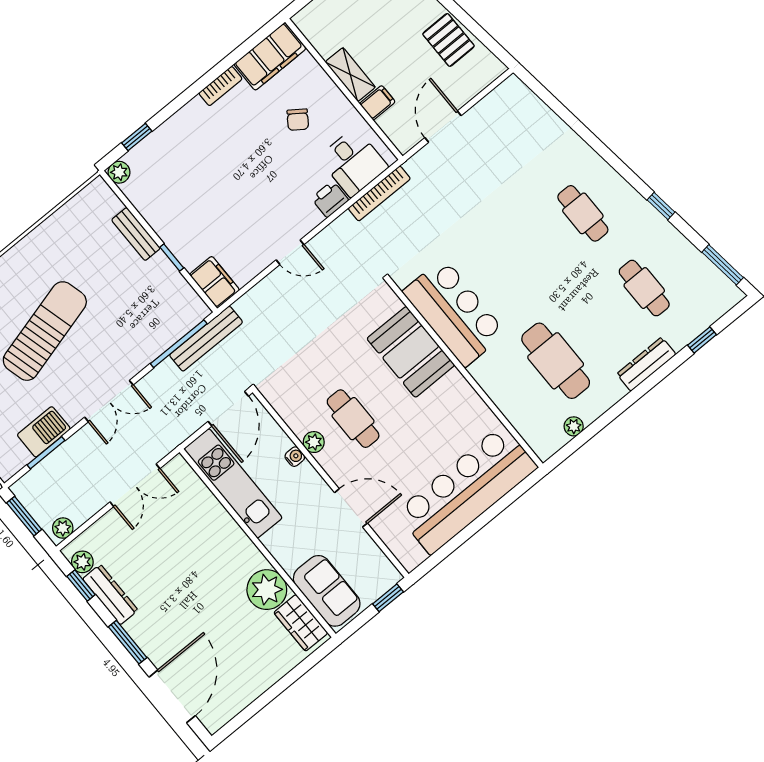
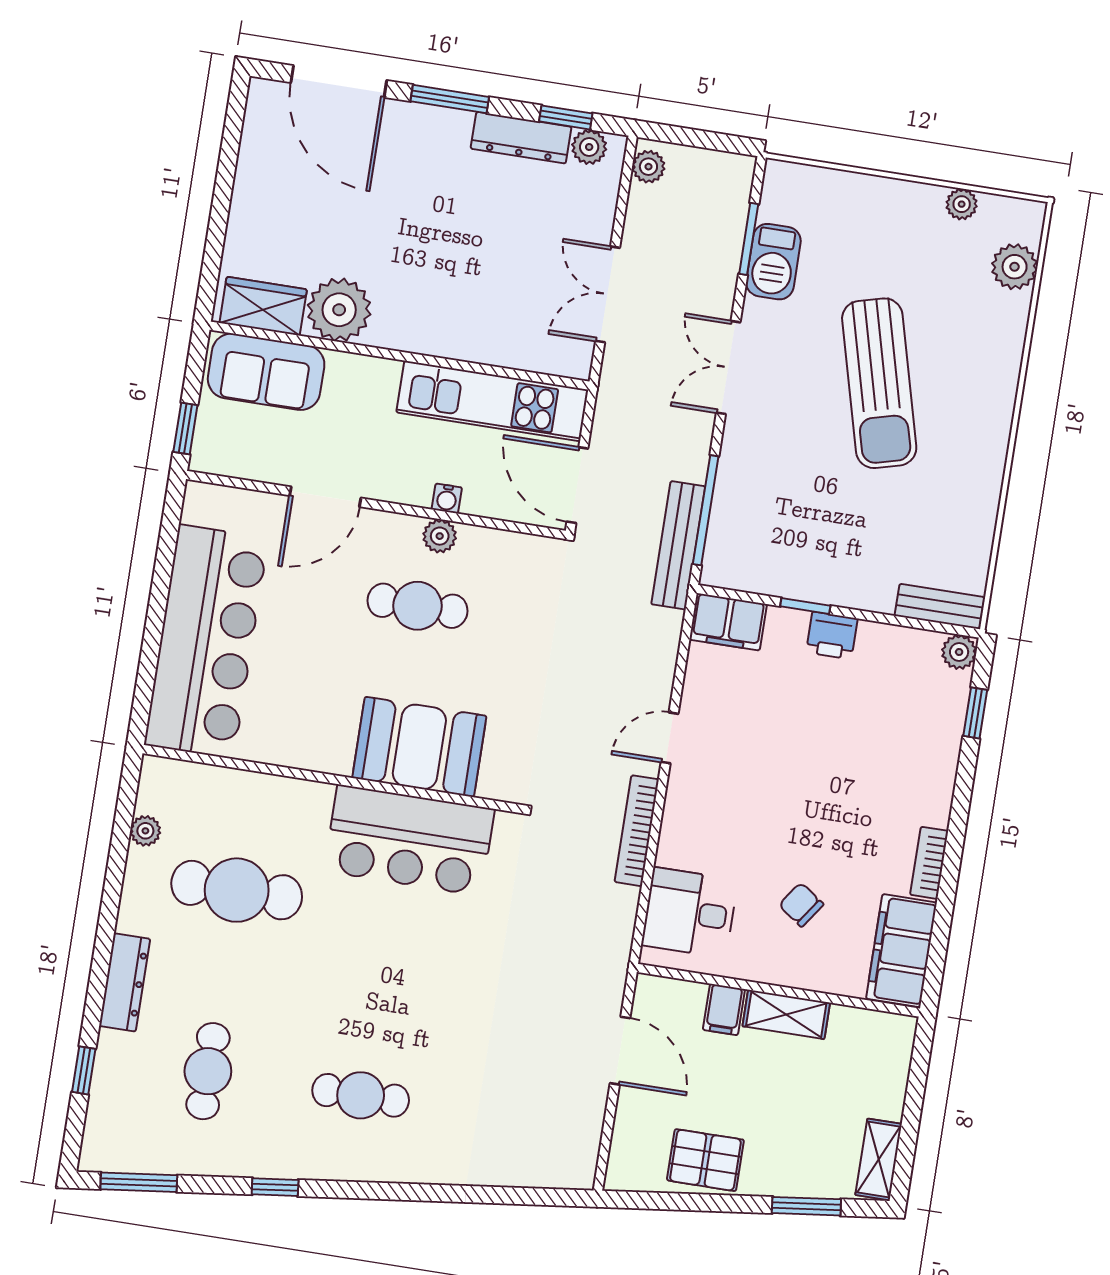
bookcase: (379, 193) -> (637, 831), moved
printer: (330, 199) -> (832, 635), moved, turned 90
bench: (136, 234) -> (939, 606), moved
cafe table: (644, 288) -> (208, 1071), turned 90
window: (24, 516) -> (707, 140), removed

